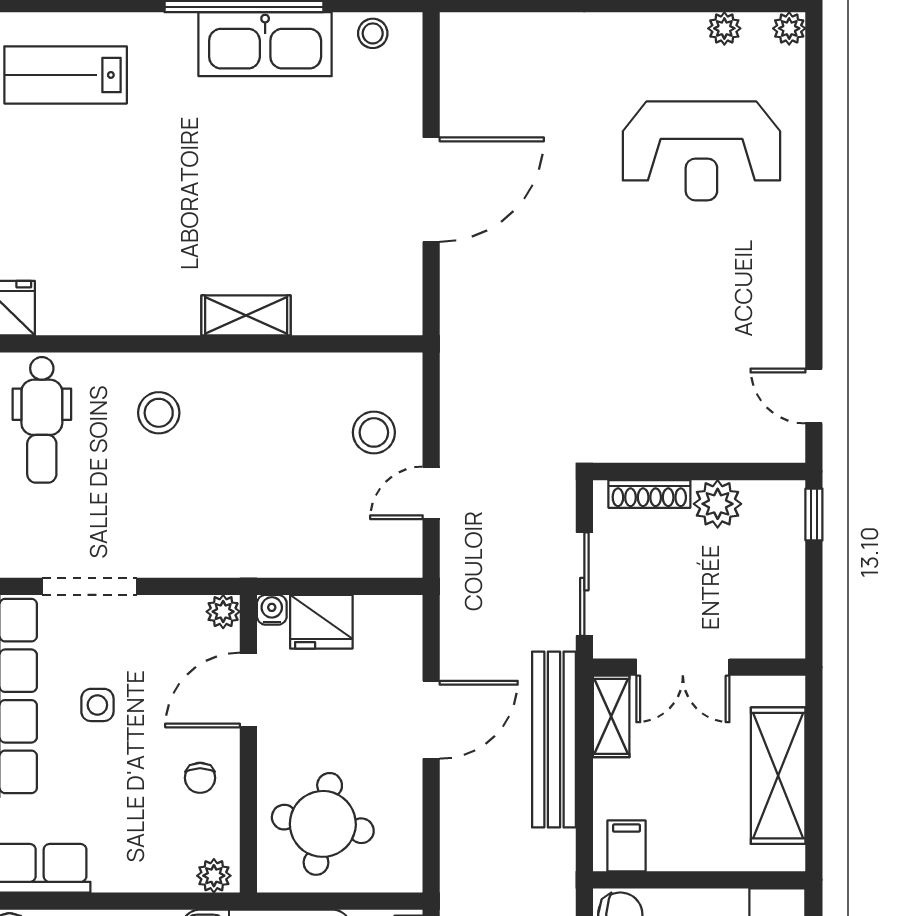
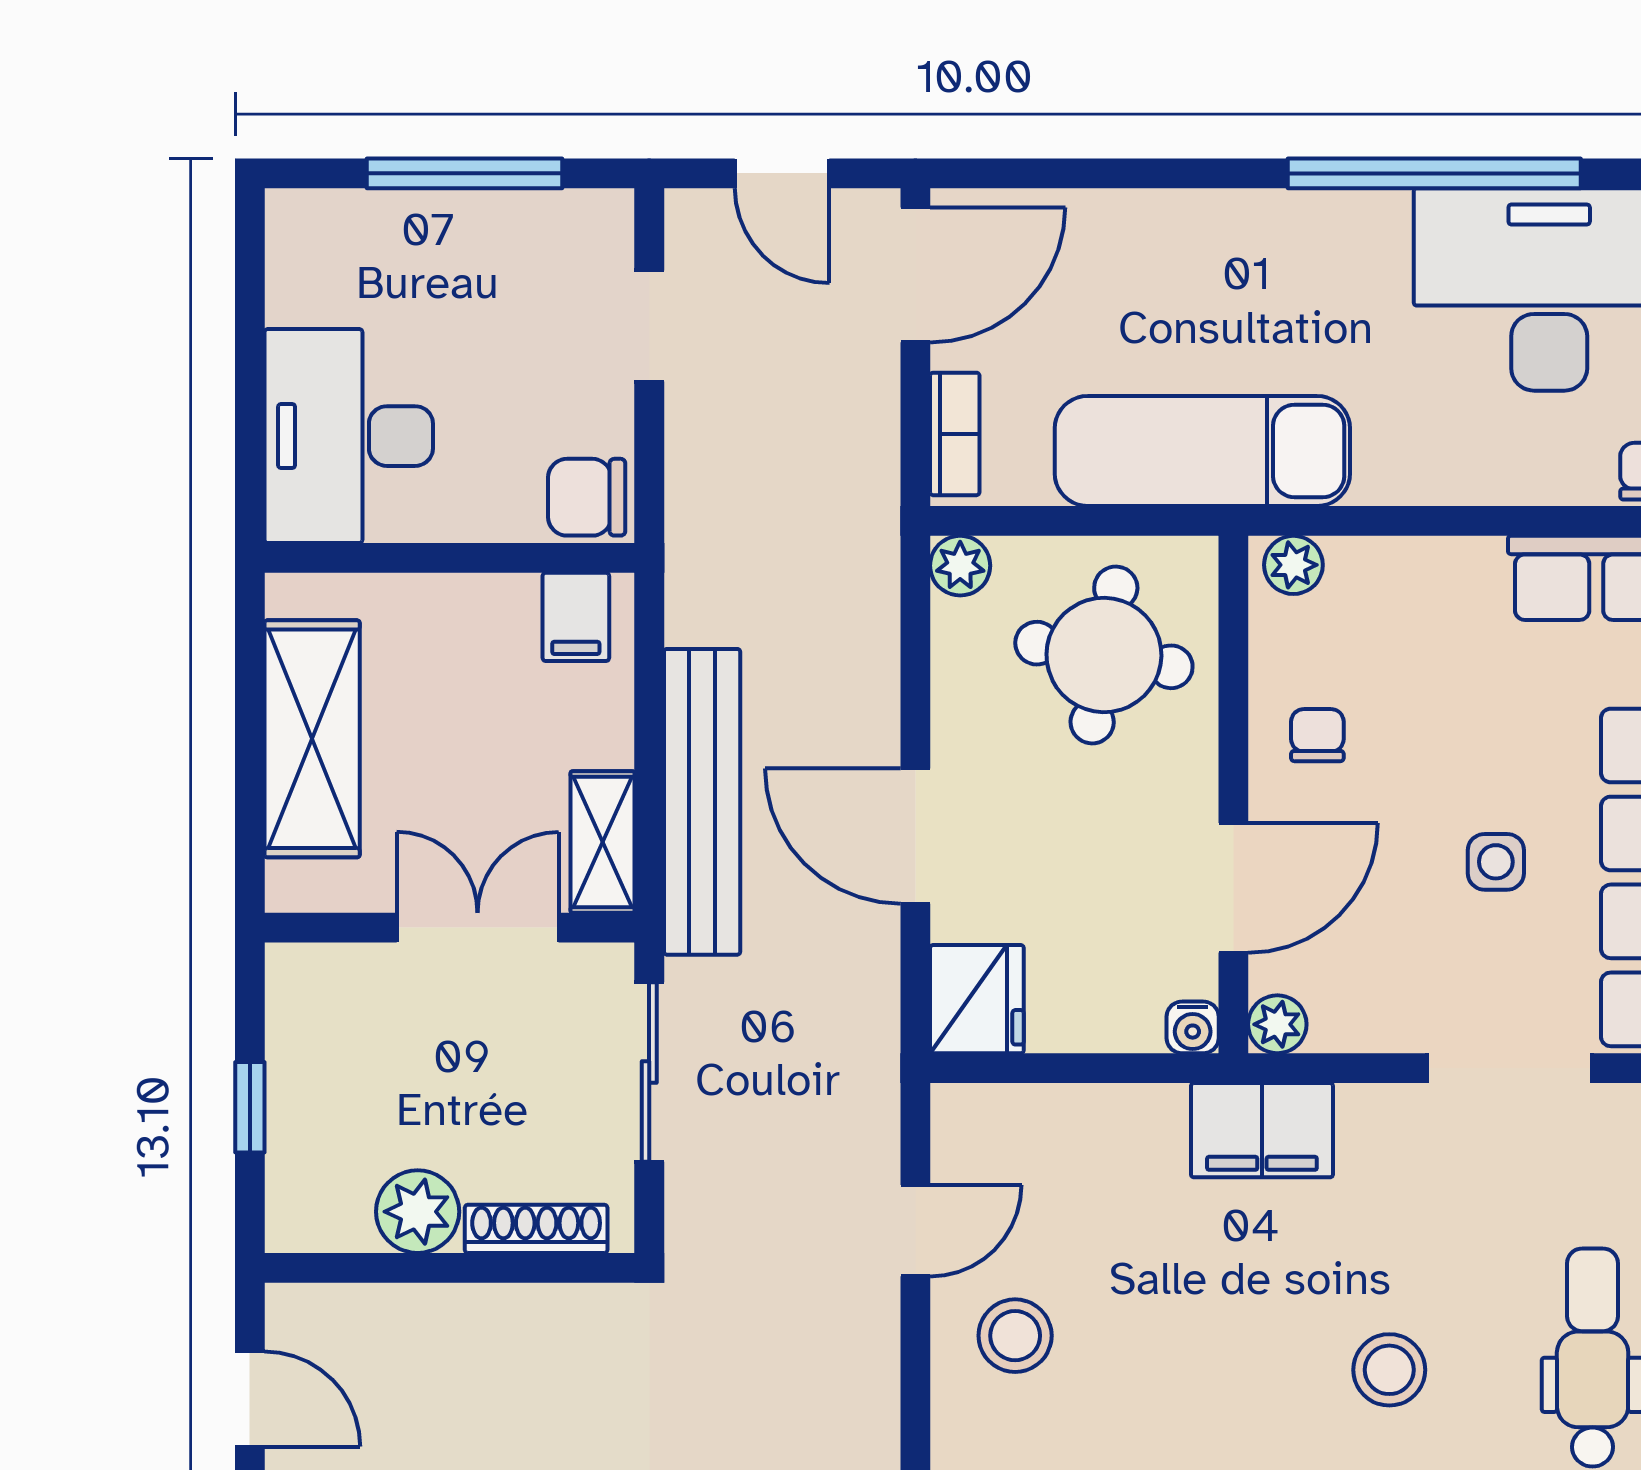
window: (814, 514) -> (250, 1107), moved
filing cabinet: (232, 551) -> (1262, 1130), added
fridge: (321, 622) -> (977, 999), moved, turned 90
door: (431, 720) -> (915, 836), hinge flipped
plant: (405, 875) -> (960, 566), added

